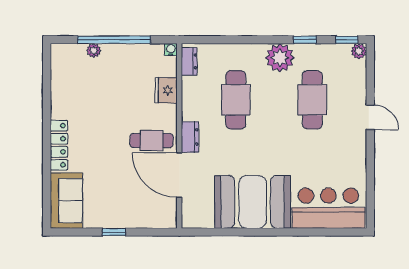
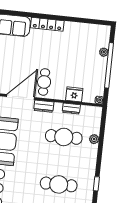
plant: (280, 58) -> (94, 139), moved, width x0.53, depth x0.53
dresser: (189, 61) -> (71, 109), moved

